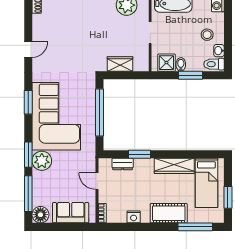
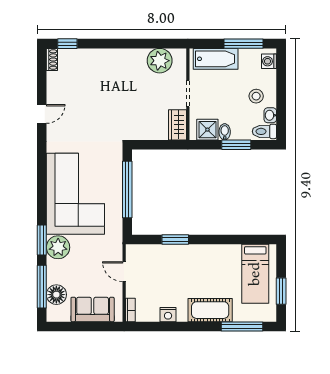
wardrobe: (120, 64) -> (177, 125), moved, turned -90
window: (28, 102) -> (42, 177), removed
dresser: (123, 164) -> (155, 251), removed
wardrobe: (174, 166) -> (217, 253), removed
floor lamp: (40, 215) -> (56, 295), moved

